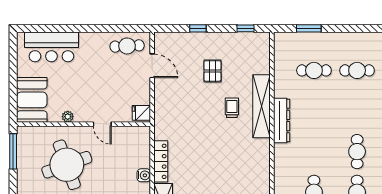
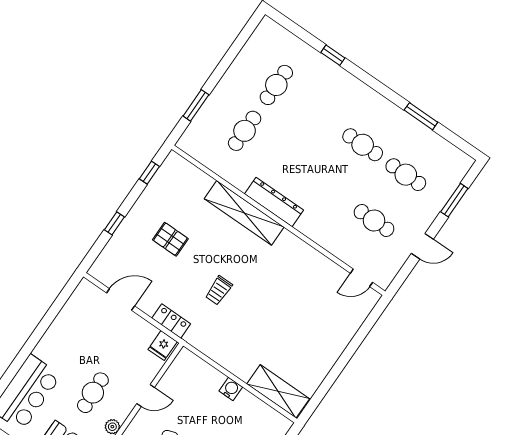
cafe table: (127, 46) -> (93, 393), moved
trolley: (232, 108) -> (219, 290), moved, turned -90
locker: (161, 161) -> (171, 321), moved, width x0.66

